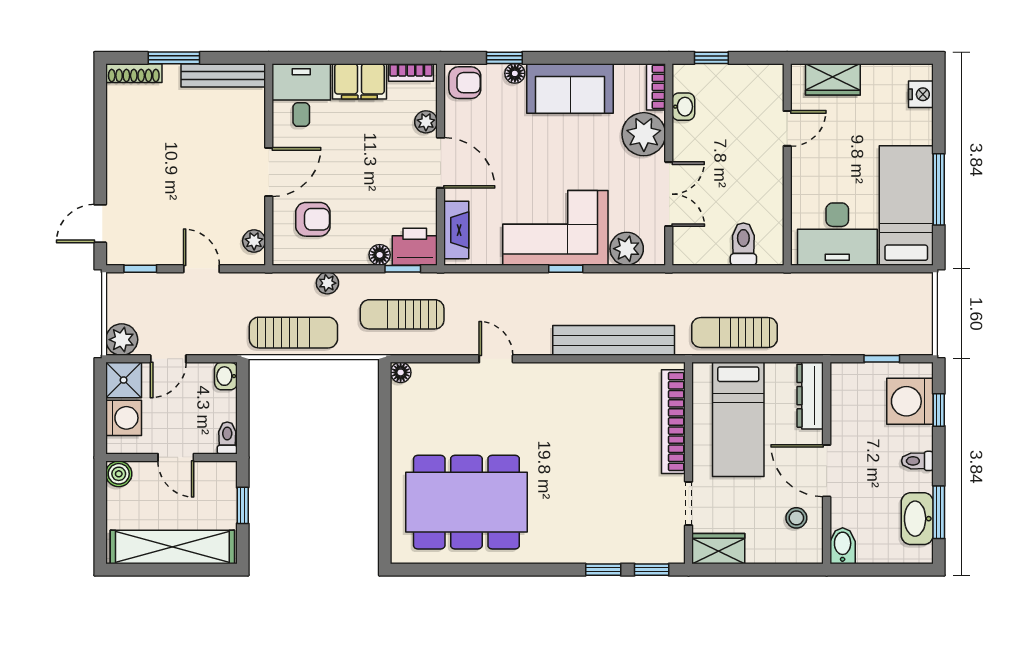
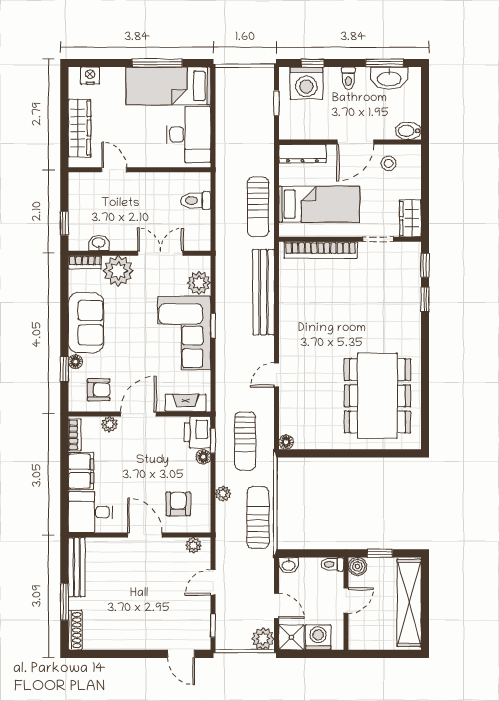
wardrobe: (833, 79) -> (80, 128), width x1.50
armchair: (465, 83) -> (99, 390), moved, turned 90
boiler: (119, 474) -> (357, 566), moved

